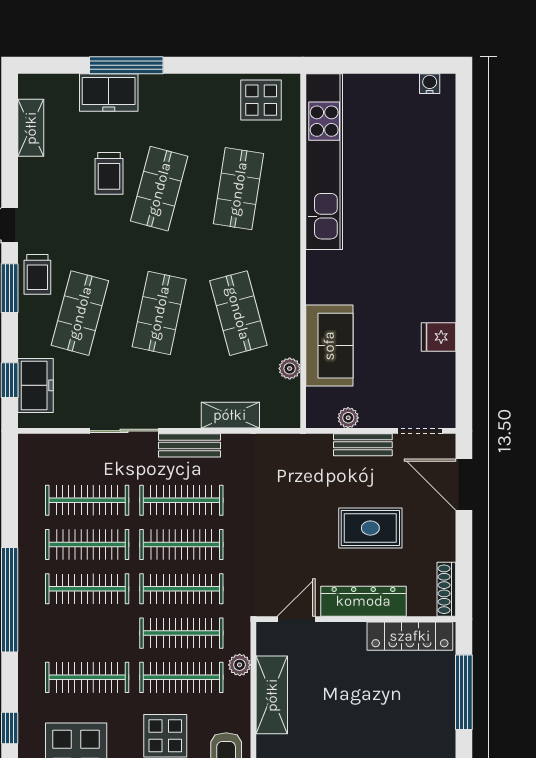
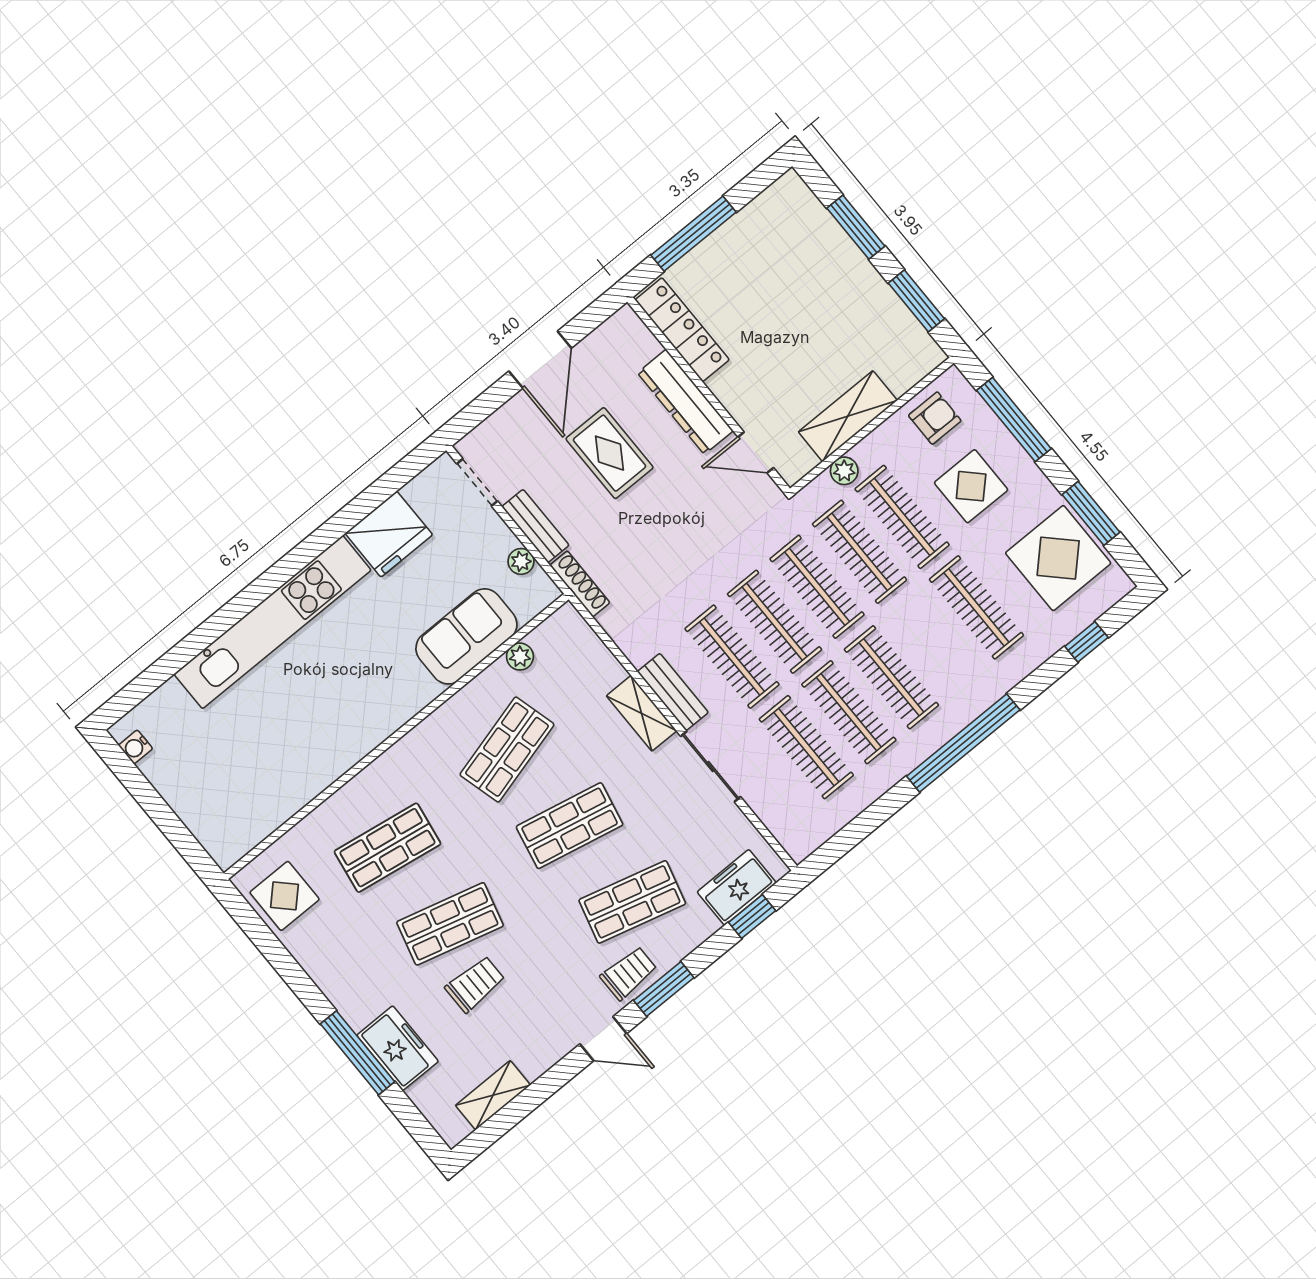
kitchen unit: (324, 162) -> (273, 622), moved, turned 180
fridge: (438, 337) -> (389, 534), width x1.88, depth x1.34
shelving: (230, 415) -> (641, 713), moved
door: (464, 484) -> (540, 360), moved
shoe rack: (446, 589) -> (580, 584), moved, turned -90

